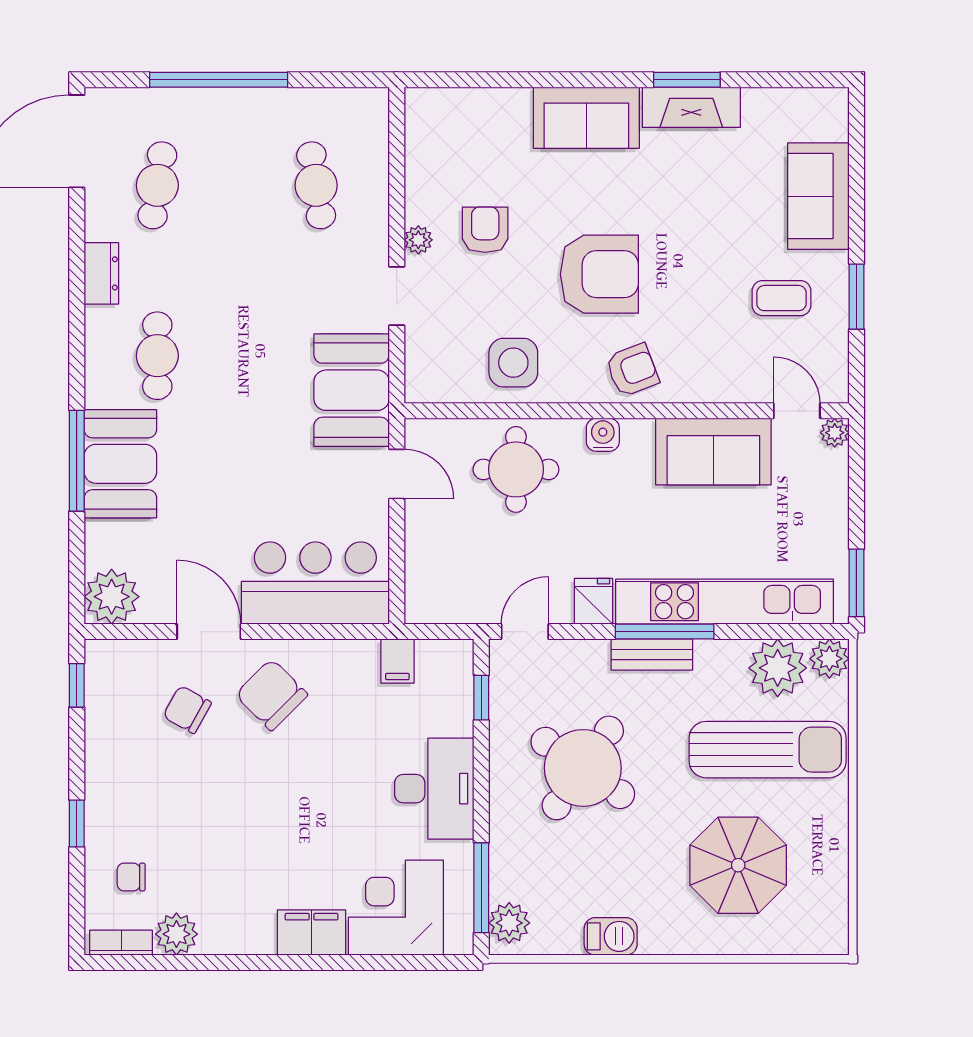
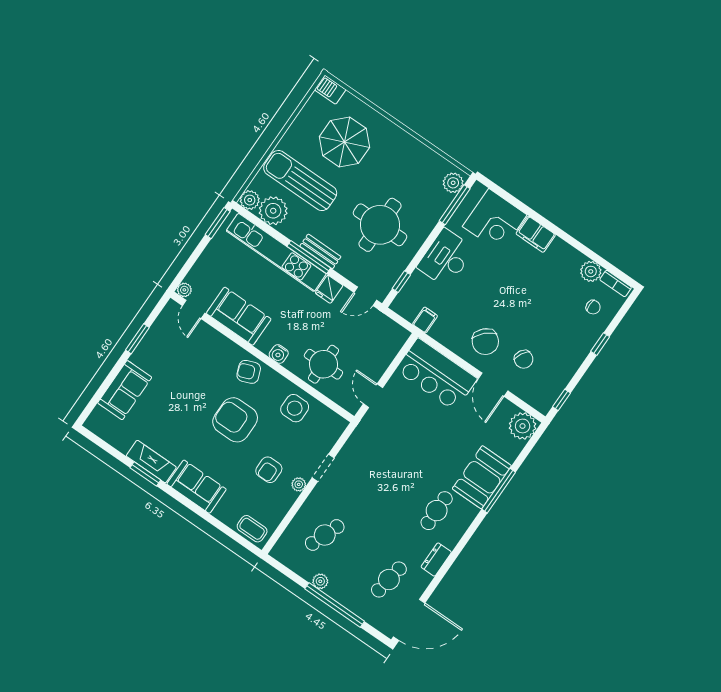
plant: (270, 103) -> (320, 581), added
cafe table: (316, 185) -> (325, 535), turned 30
coffee table: (781, 298) -> (252, 529), moved
booth: (352, 390) -> (368, 442), removed
round table: (583, 768) -> (380, 225), turned -35
barbecue: (611, 936) -> (330, 90), moved

